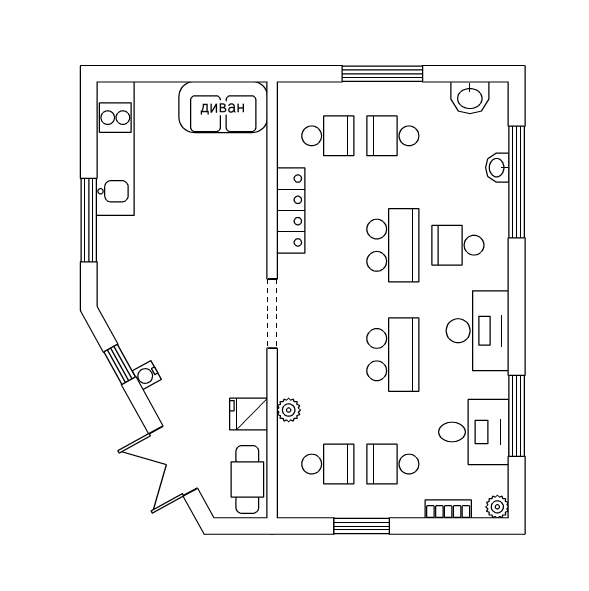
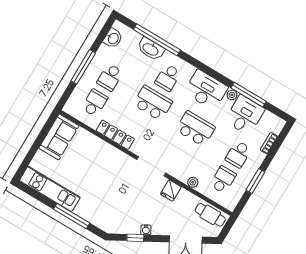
washbasin: (497, 168) -> (151, 49), width x1.91, depth x1.45
fridge: (249, 414) -> (171, 190), moved
plant: (497, 507) -> (232, 95), moved

